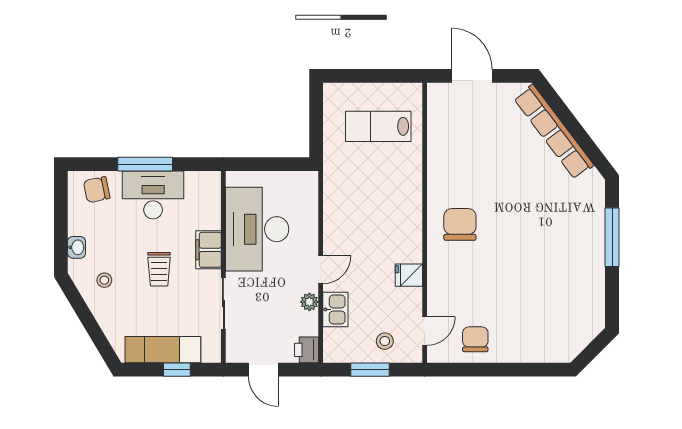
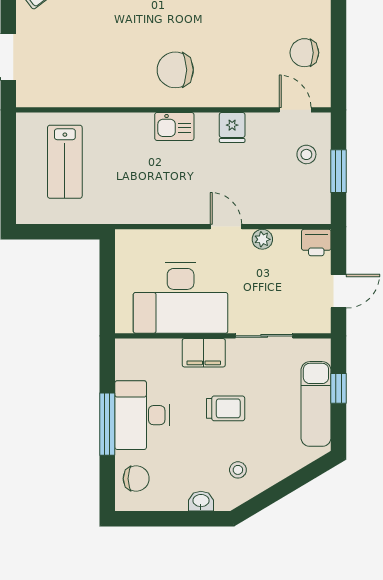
chair: (97, 190) -> (136, 479), turned -78
kitchen sink: (335, 309) -> (174, 126), moved, turned 180

